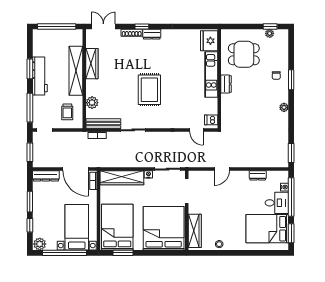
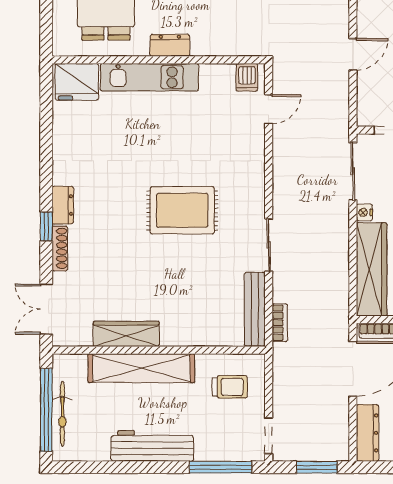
bicycle: (55, 34) -> (62, 414), added
window: (30, 69) -> (137, 467), removed
plant: (92, 103) -> (210, 334), removed
door: (222, 169) -> (353, 54), hinge flipped

